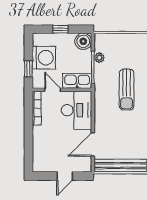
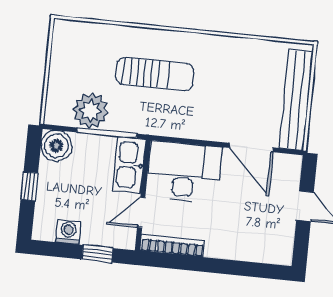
washing machine: (44, 58) -> (68, 232), width x0.53, depth x0.53
plant: (99, 58) -> (91, 111), width x1.87, depth x1.87

